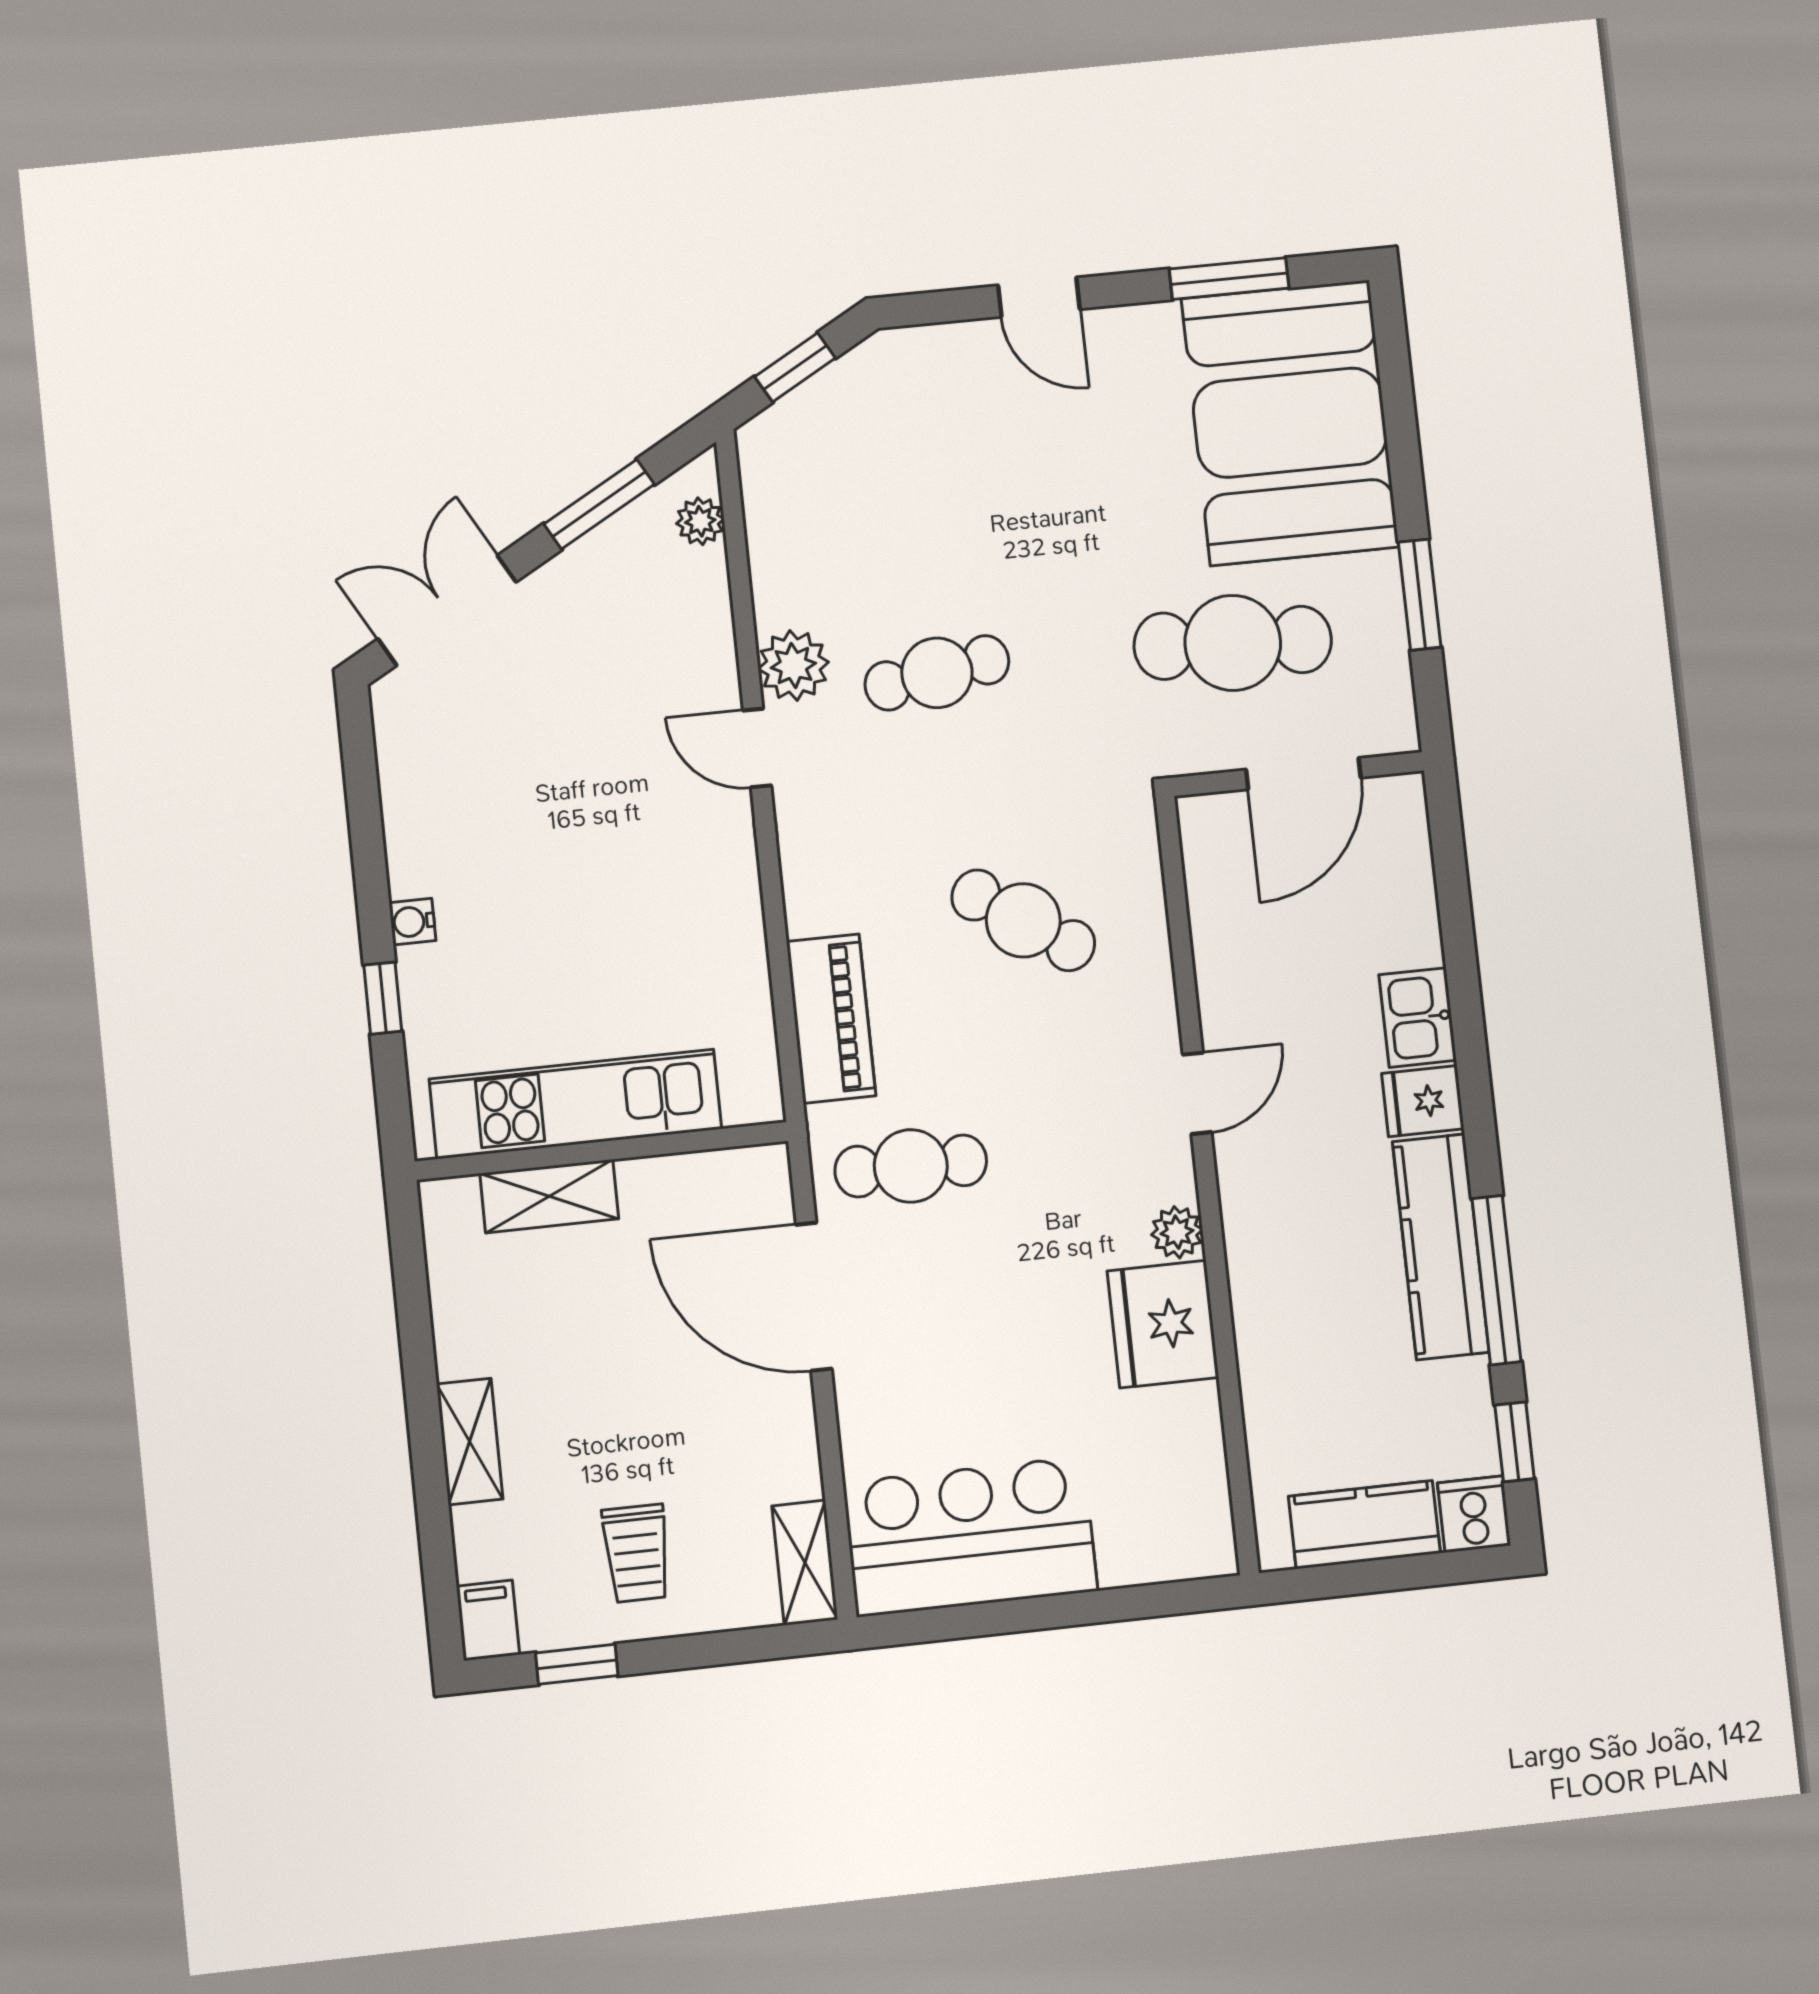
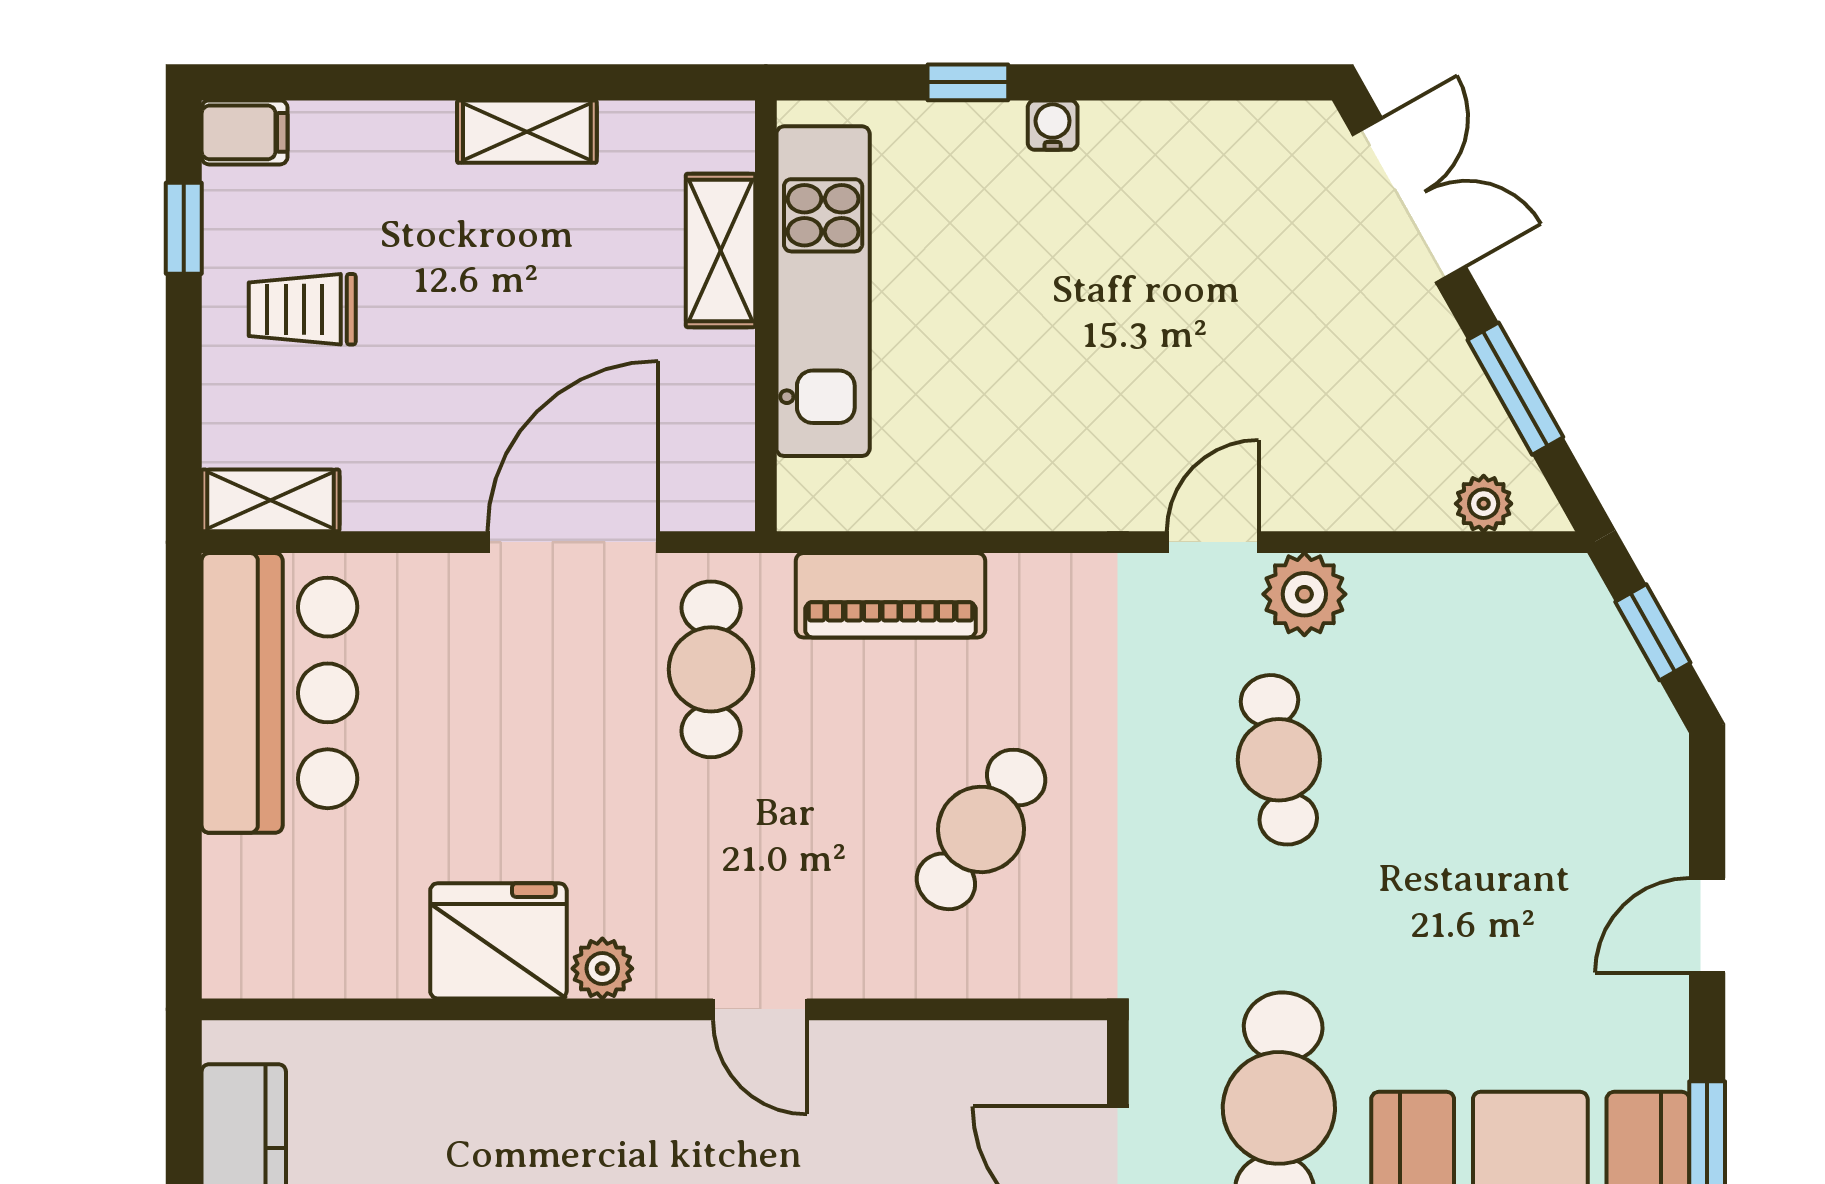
shelving: (470, 1441) -> (527, 132), moved

